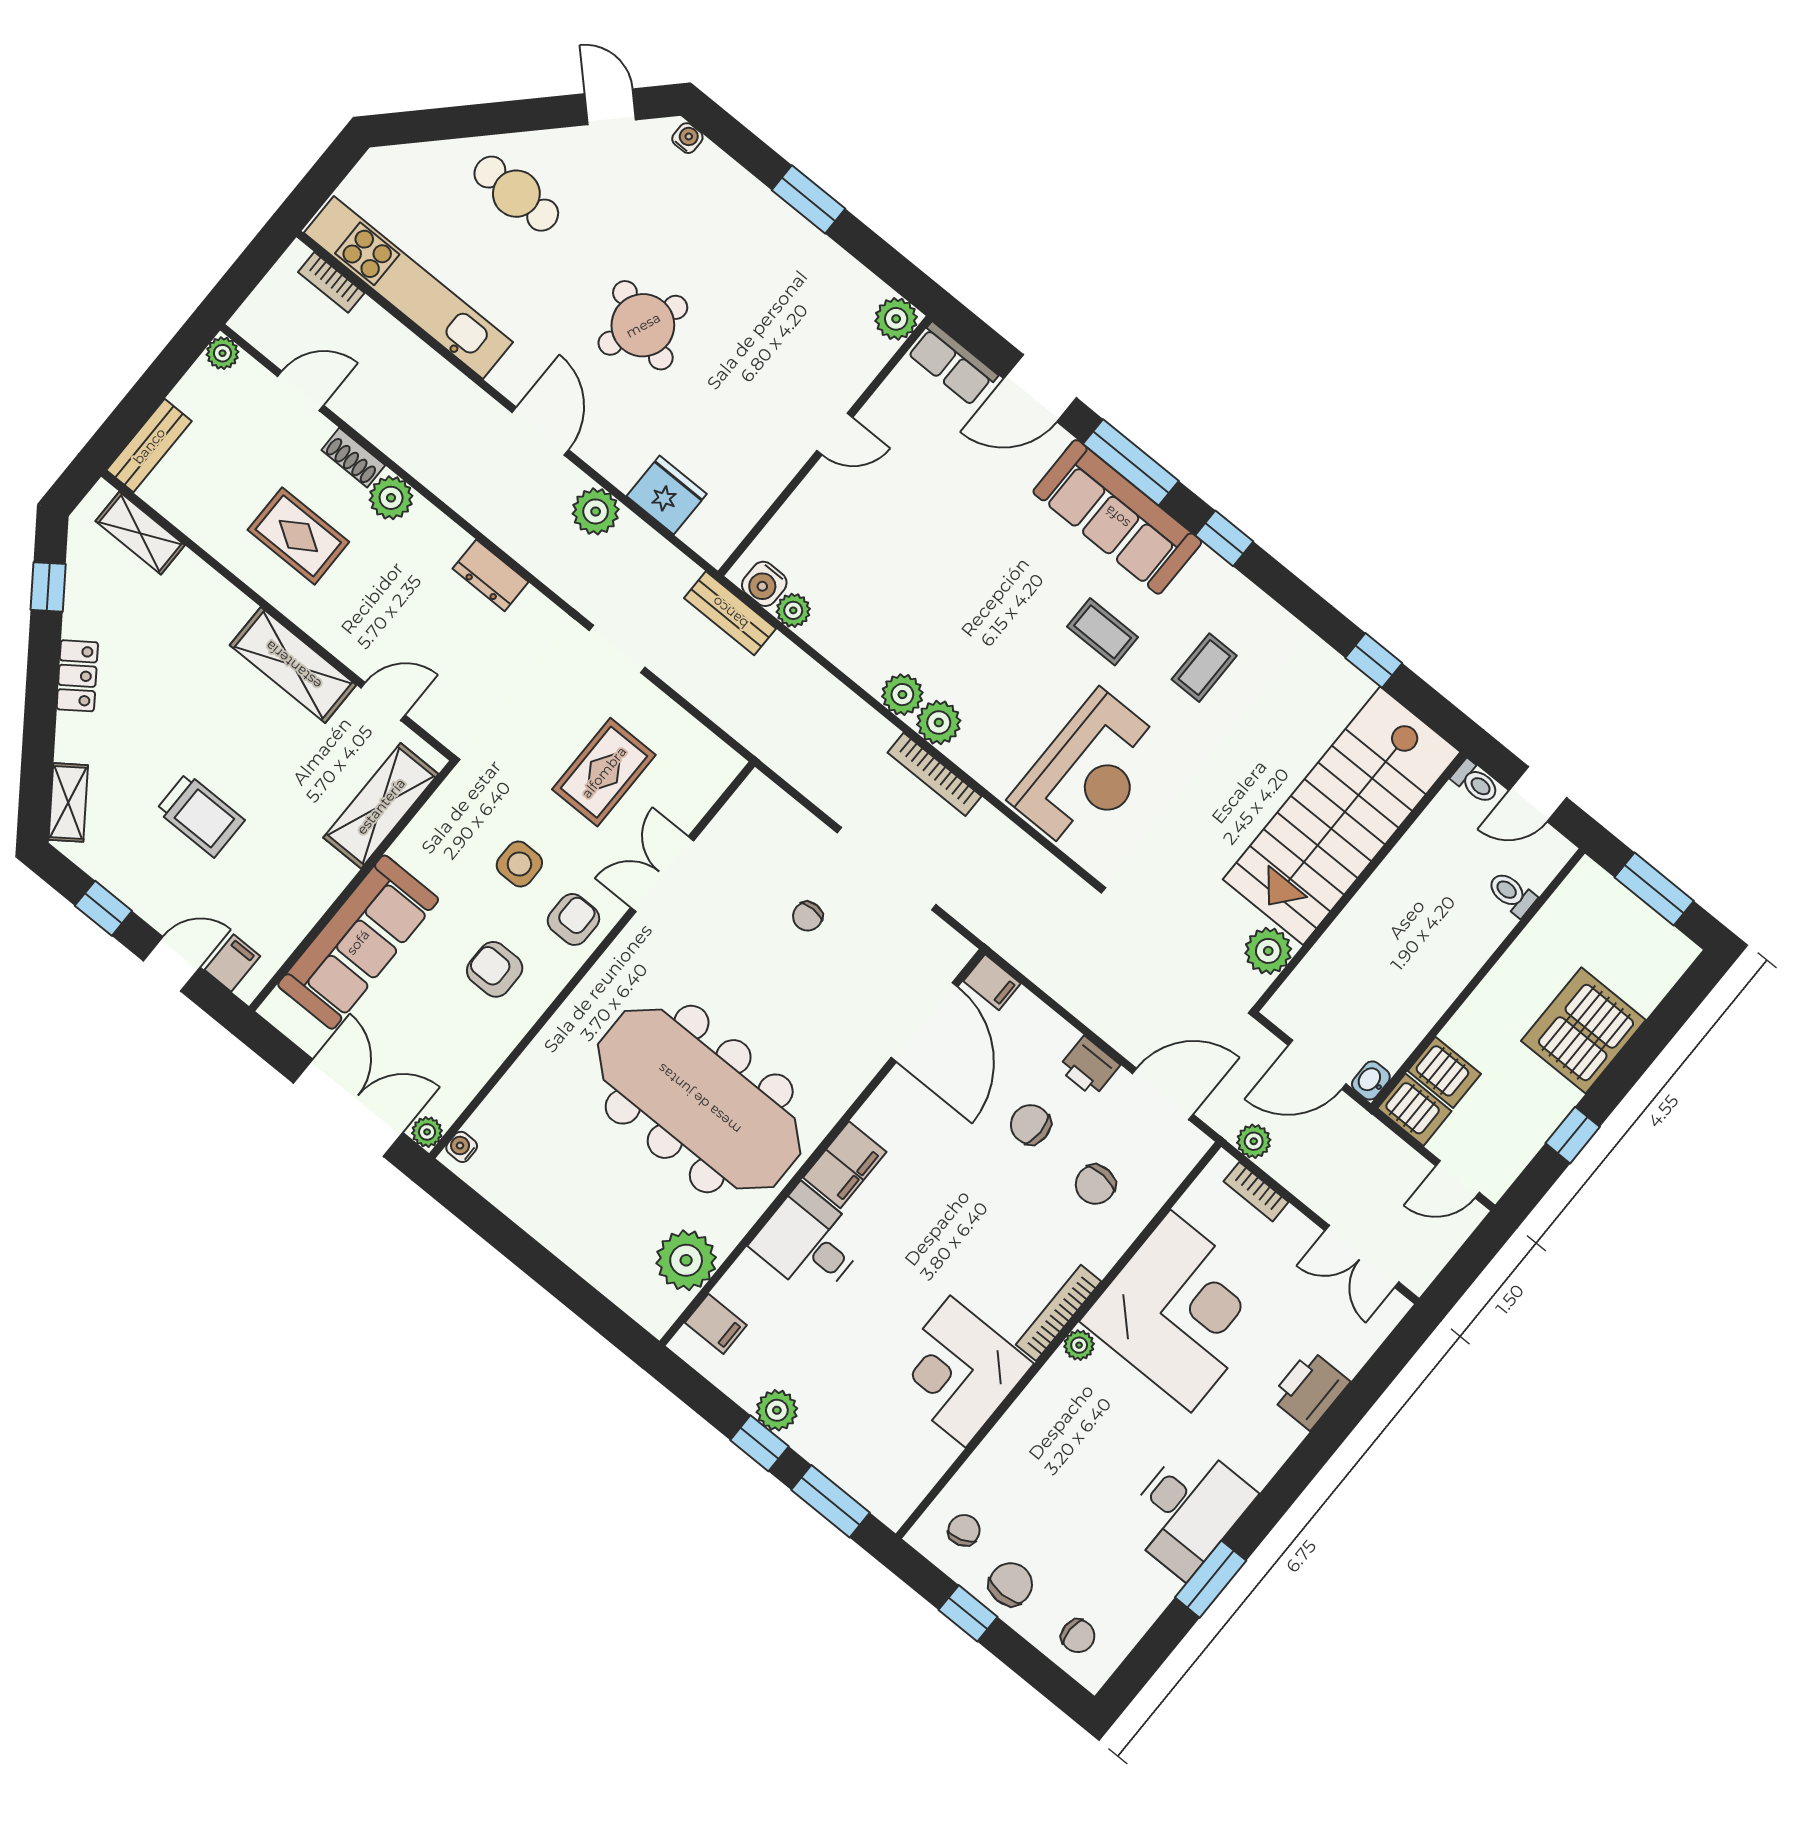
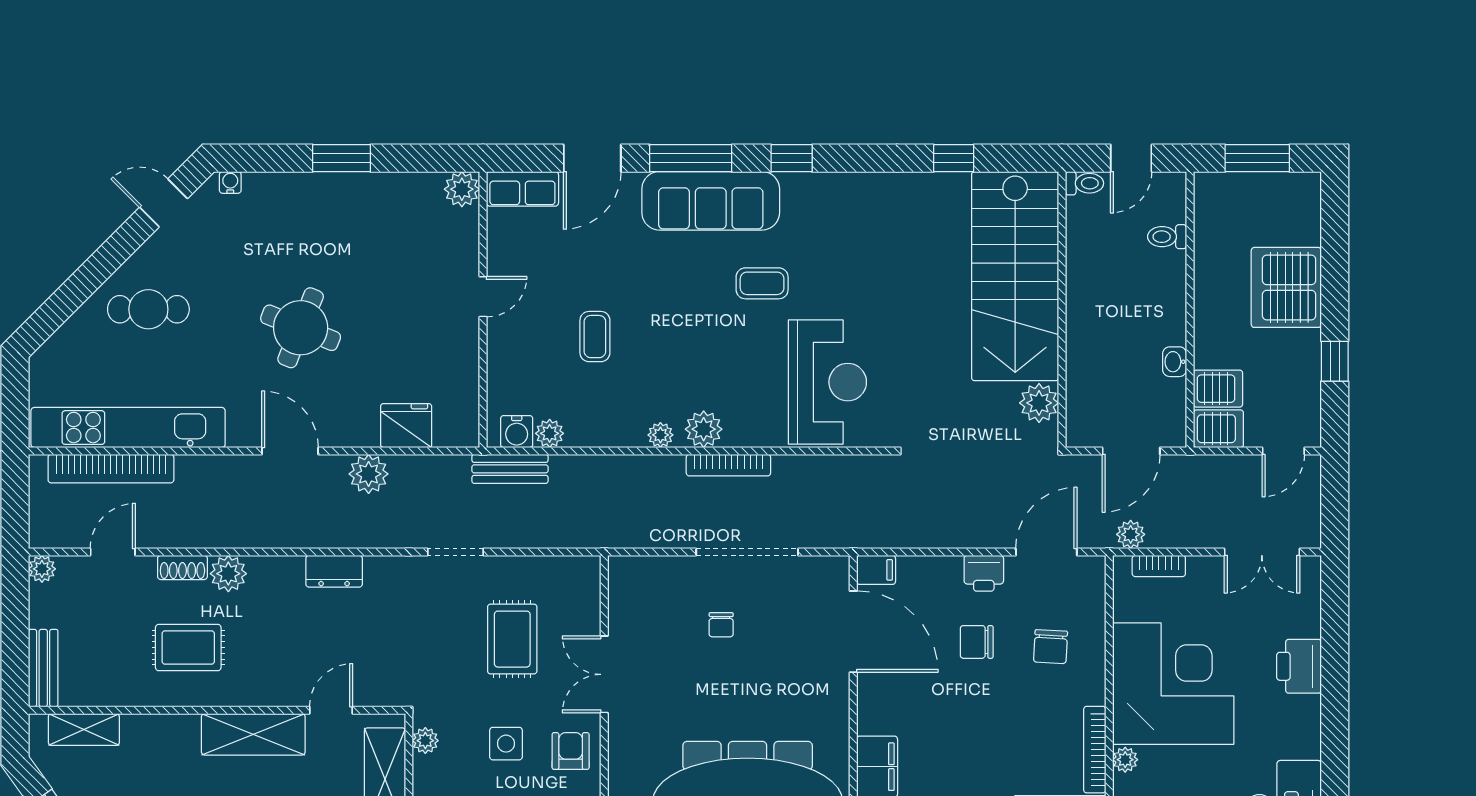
bookcase: (331, 282) -> (111, 469), width x2.31, depth x1.31
coffee table: (1204, 668) -> (595, 337), moved
plant: (902, 695) -> (660, 435), width x0.73, depth x0.73
plant: (447, 800) -> (425, 741), added
washbasin: (1371, 1081) -> (1175, 362), moved

